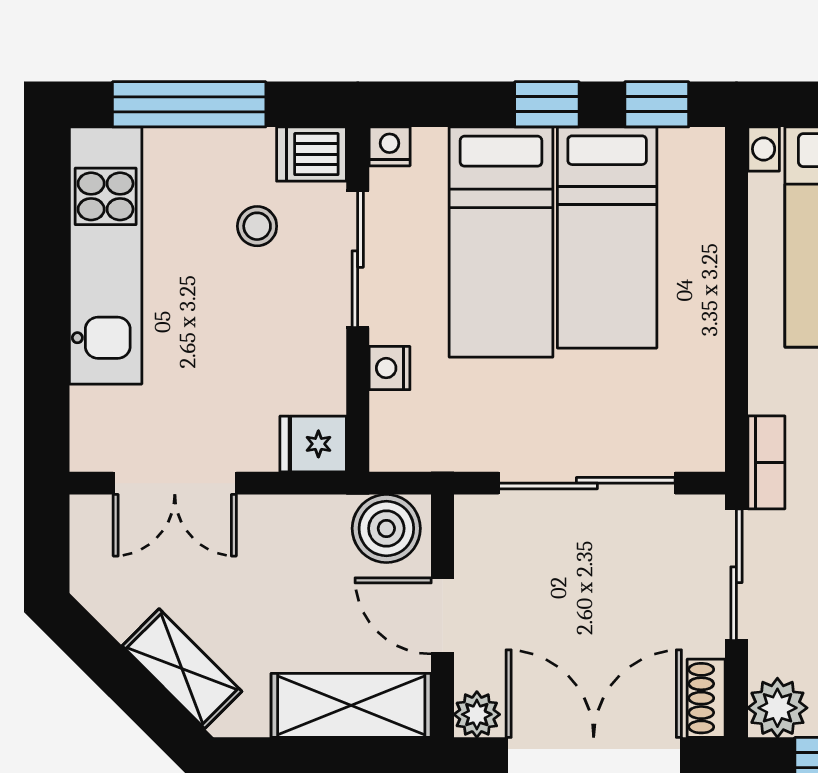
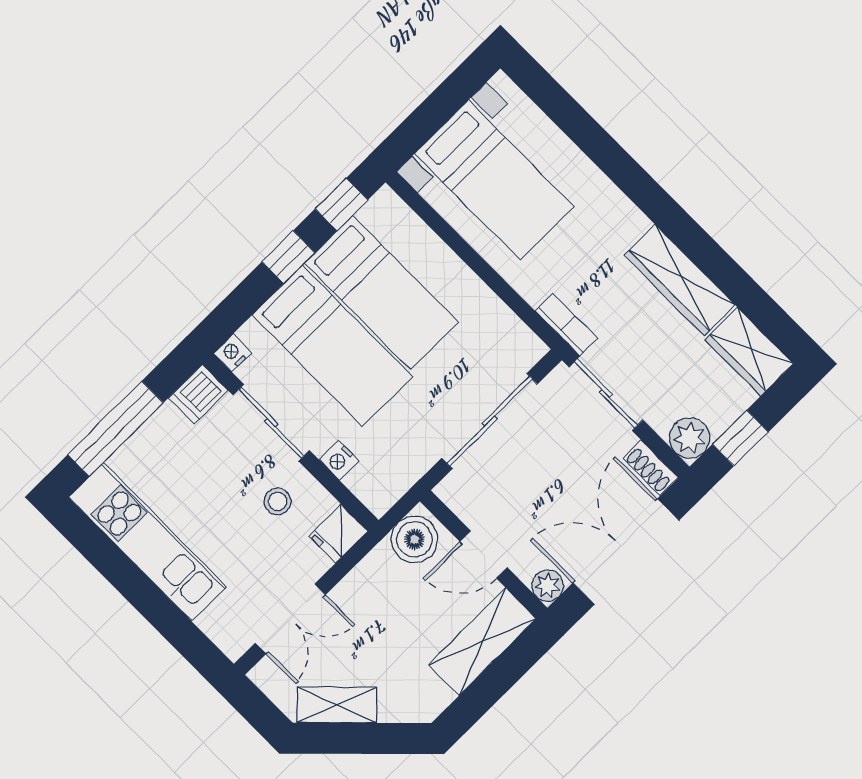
stool: (257, 226) -> (277, 501), moved
shelving: (182, 669) -> (337, 705), moved

